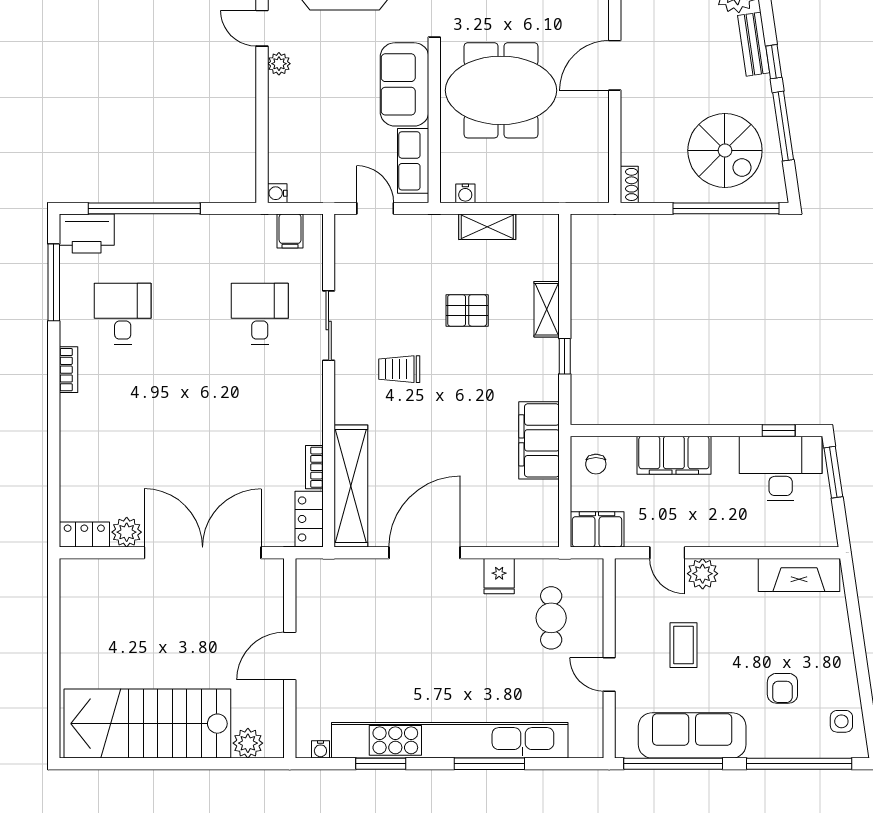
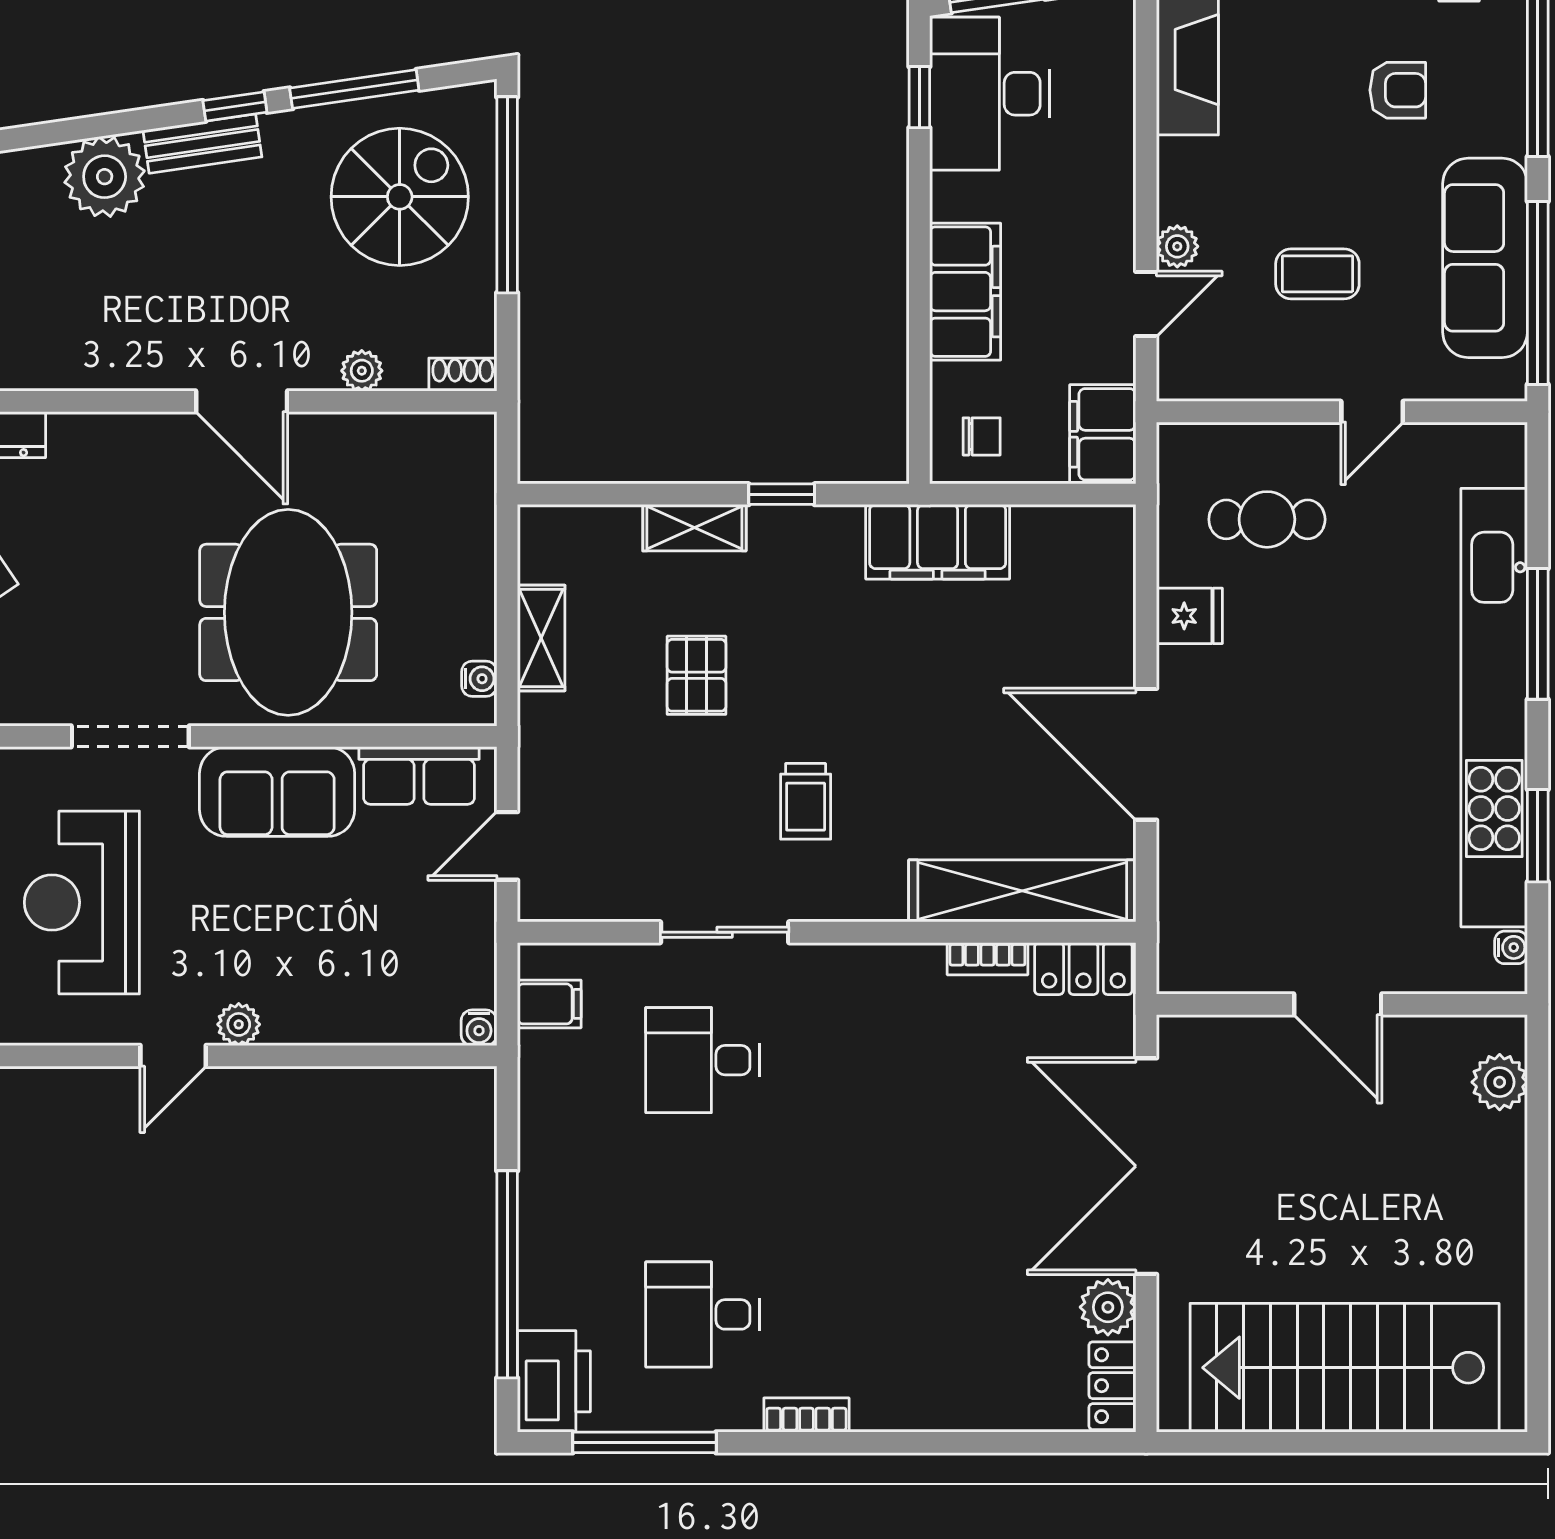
plant: (631, 130) -> (362, 371), added
plant: (703, 574) -> (1177, 246), width x0.73, depth x0.73
stairs: (147, 724) -> (1345, 1368), moved, turned 90

